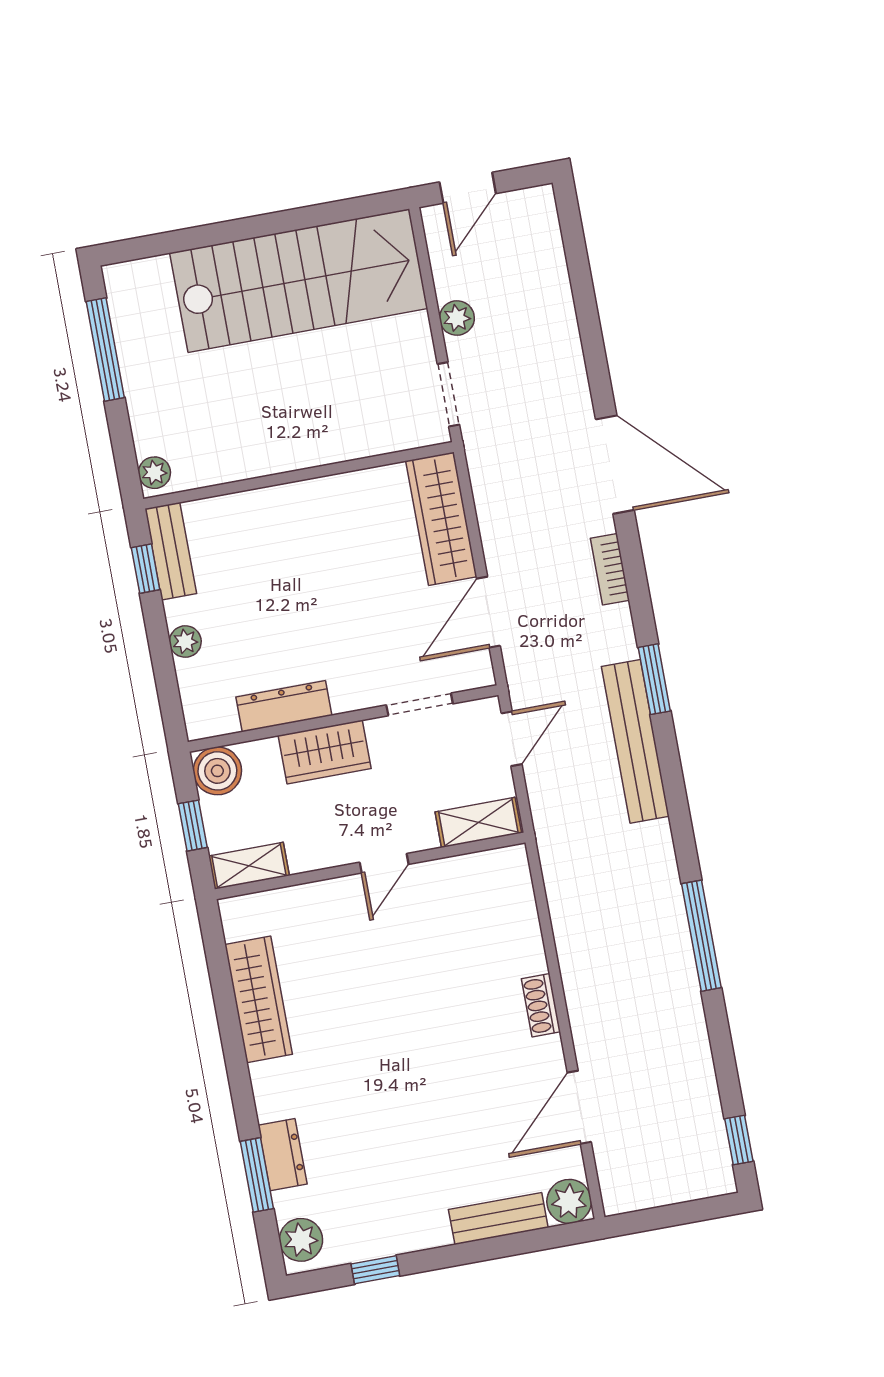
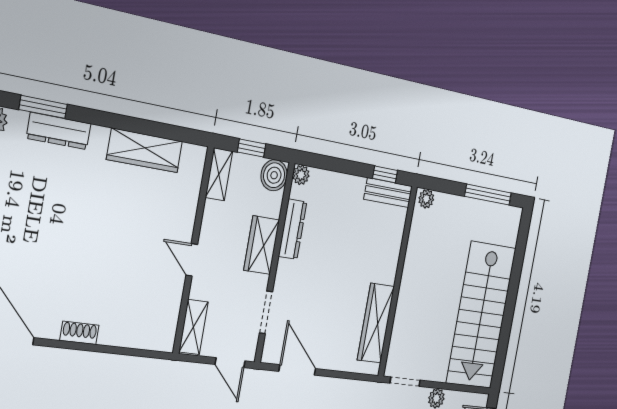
wardrobe: (441, 519) -> (376, 323), moved, turned -90
plant: (185, 642) -> (301, 175), moved
dresser: (283, 1155) -> (59, 131), width x1.44

